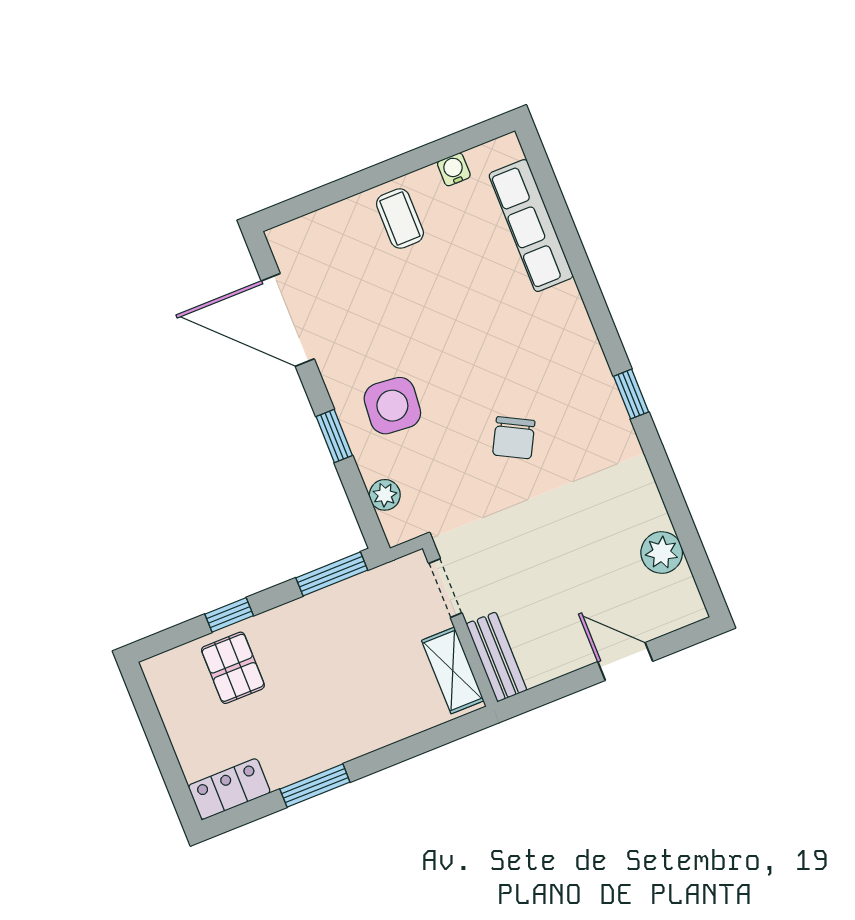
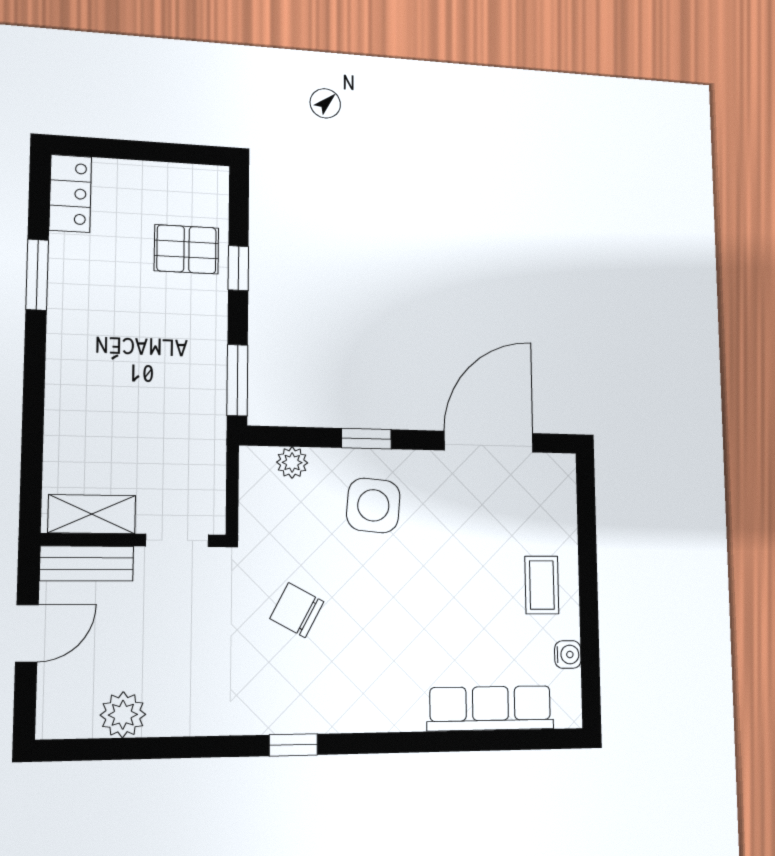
coffee table: (400, 219) -> (542, 585), turned 90
doorway: (445, 588) -> (177, 540), moved
wall: (460, 625) -> (134, 540), moved
bench: (496, 657) -> (87, 563), moved
shelving: (453, 671) -> (92, 514), moved

